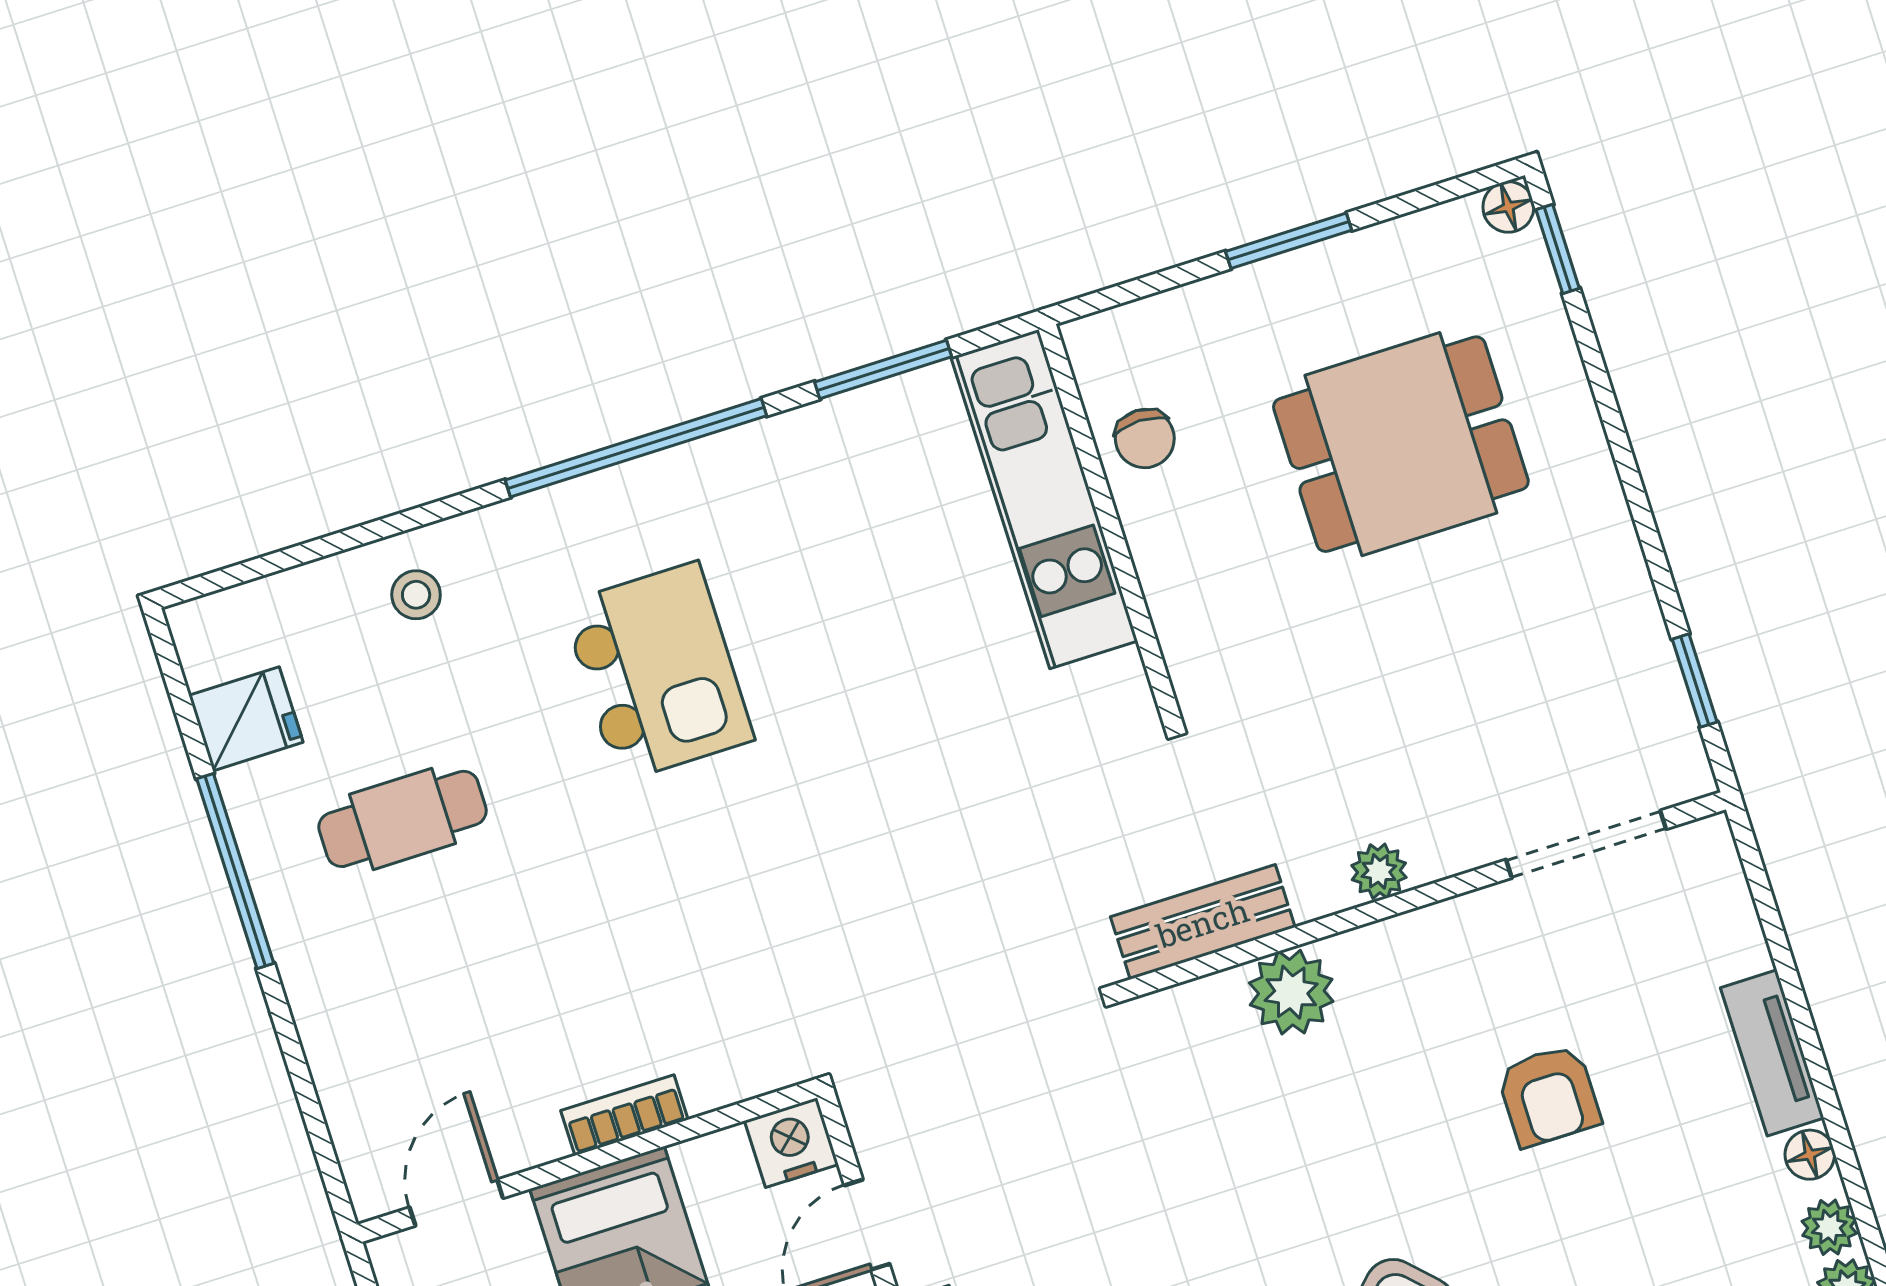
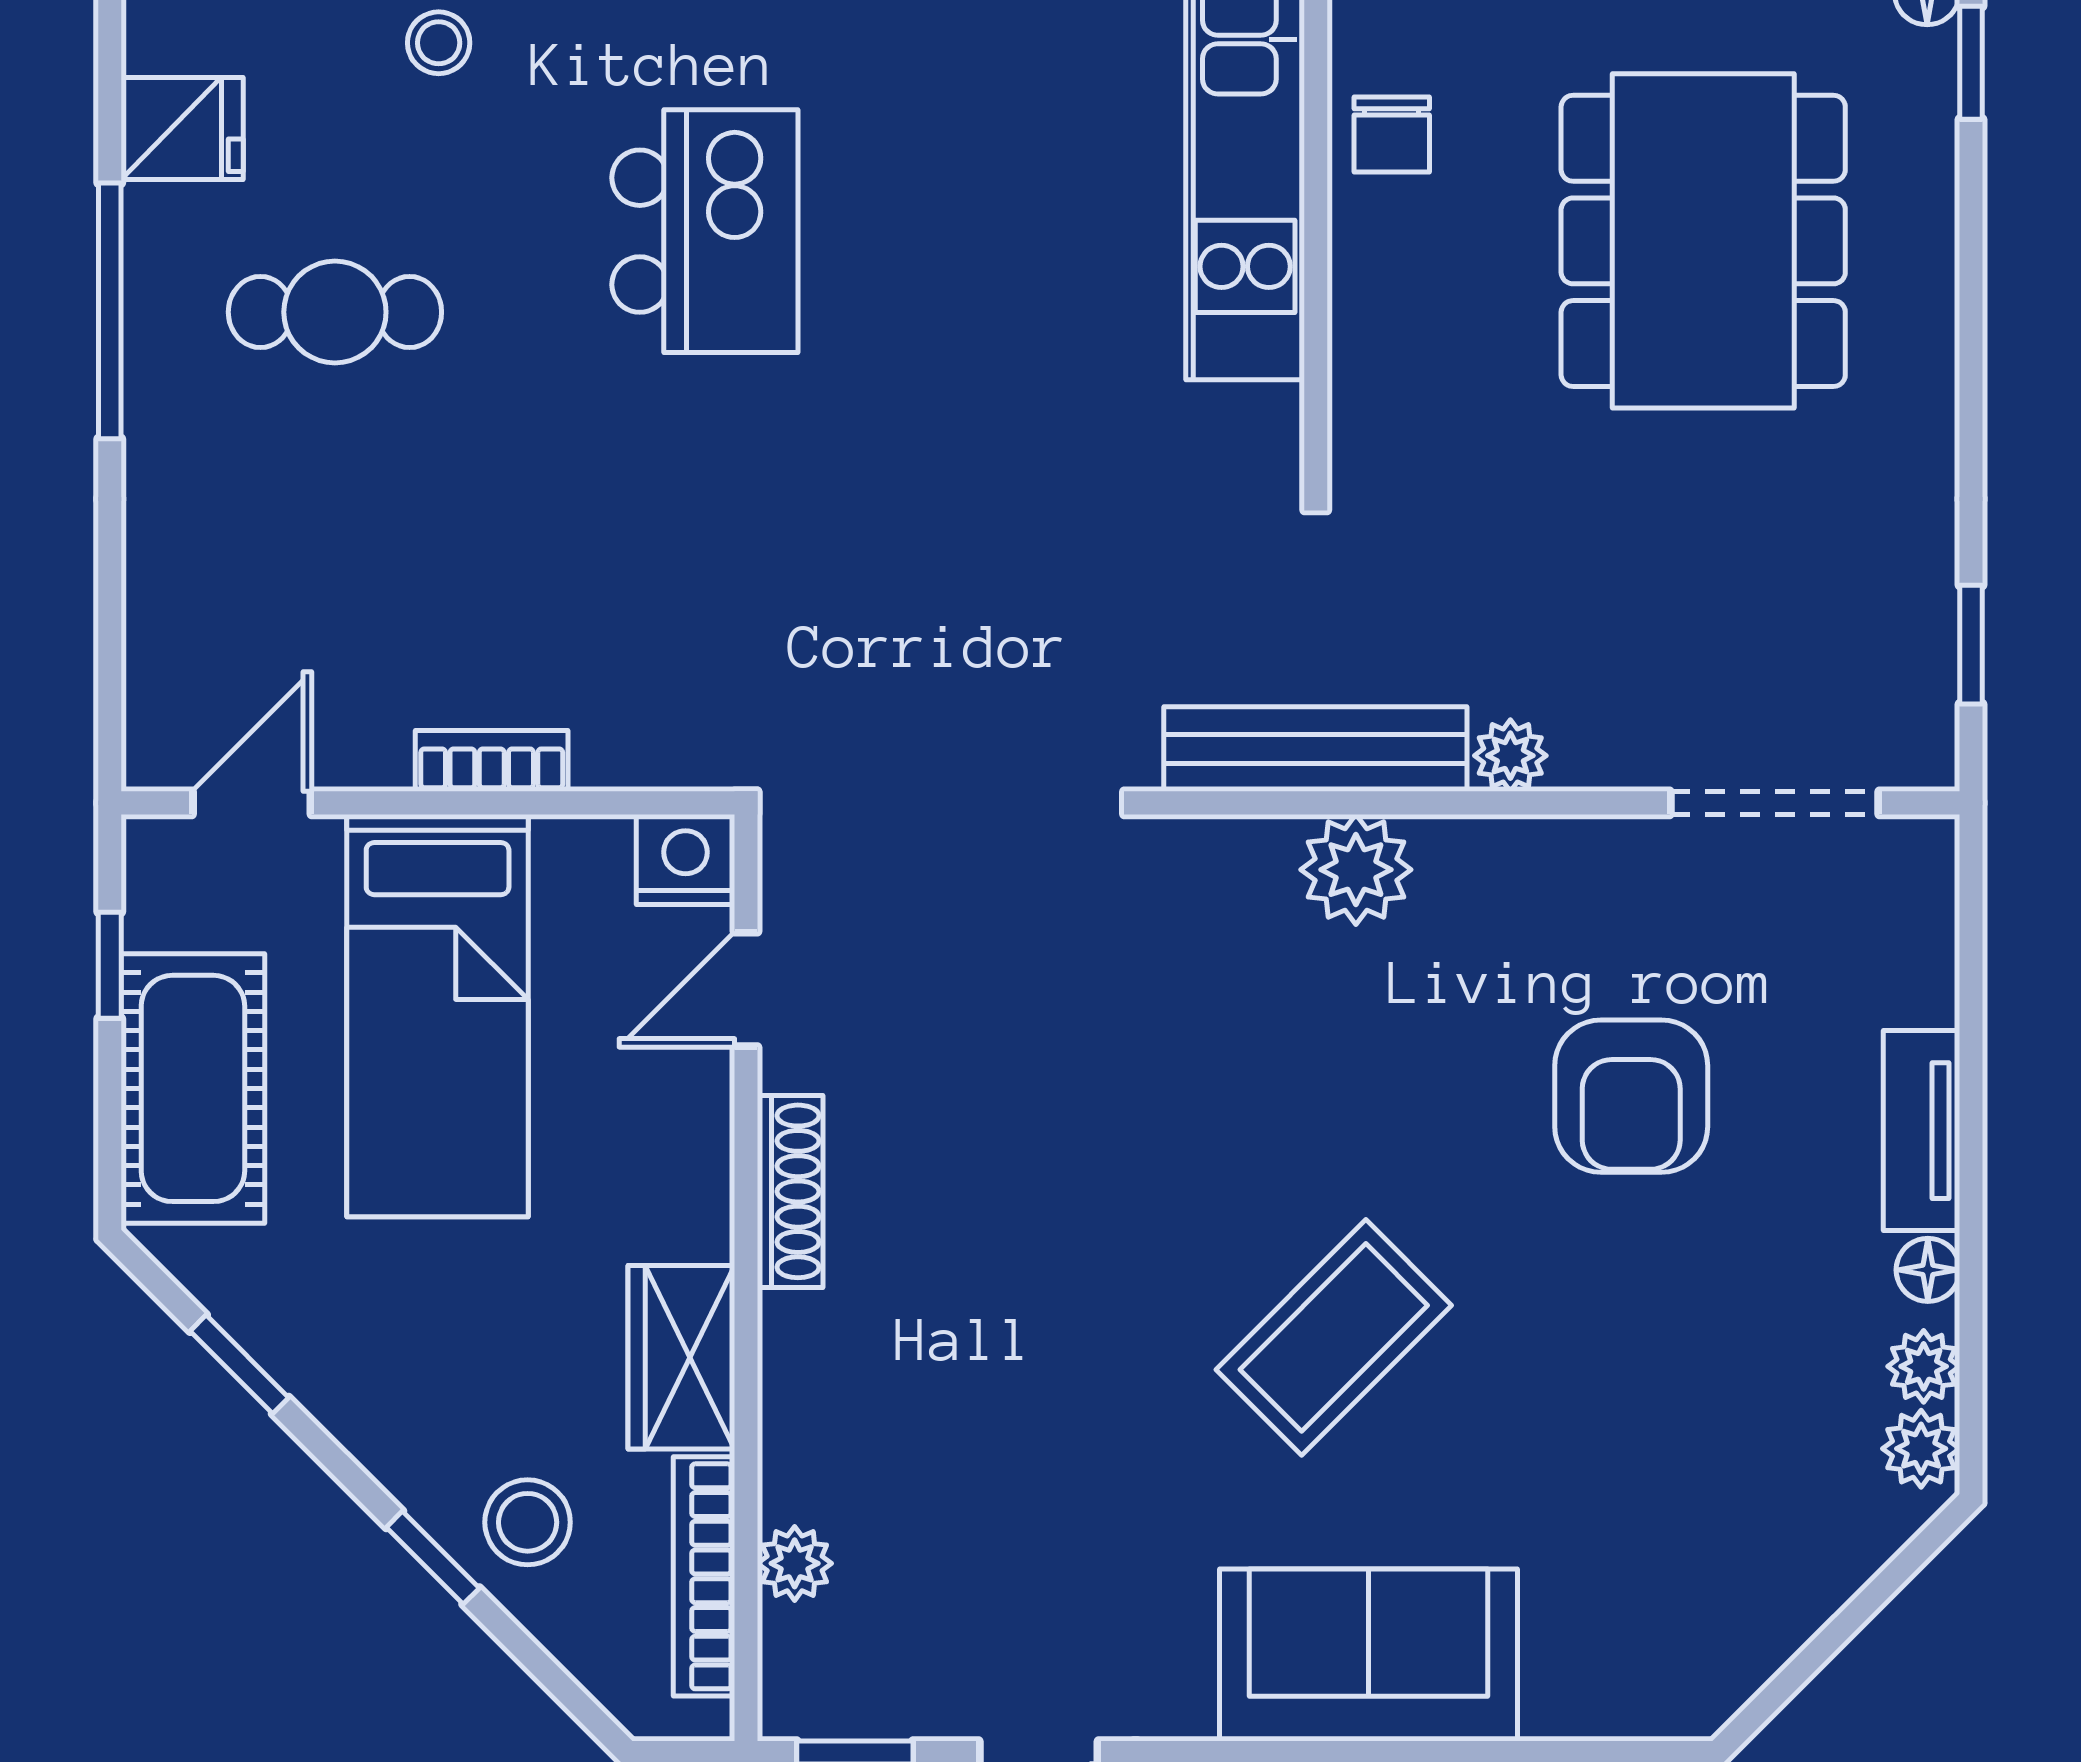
dining table: (1401, 444) -> (1703, 241), width x1.38
bench: (1203, 922) -> (1315, 749), width x1.36
armchair: (1549, 1096) -> (1631, 1096), width x1.38, depth x1.38

